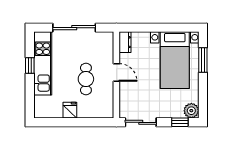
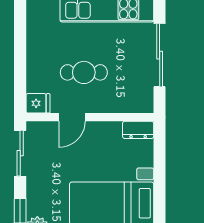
door: (116, 72) -> (72, 117), moved
fridge: (70, 110) -> (38, 103), moved

